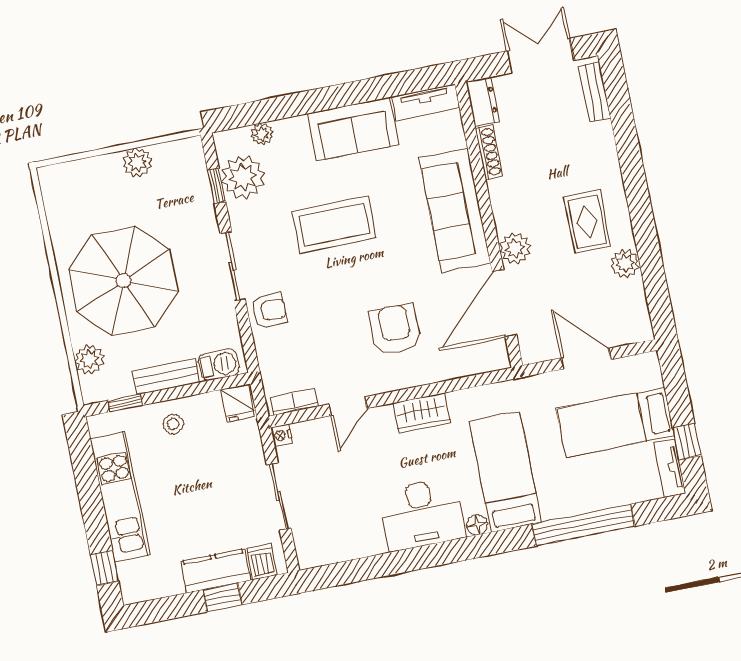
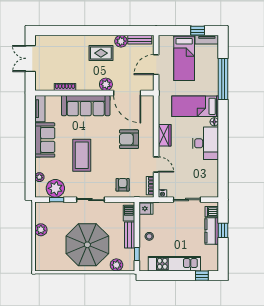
bench: (595, 92) -> (140, 40), moved
dresser: (483, 101) -> (44, 85), removed
armchair: (269, 311) -> (123, 185), moved

